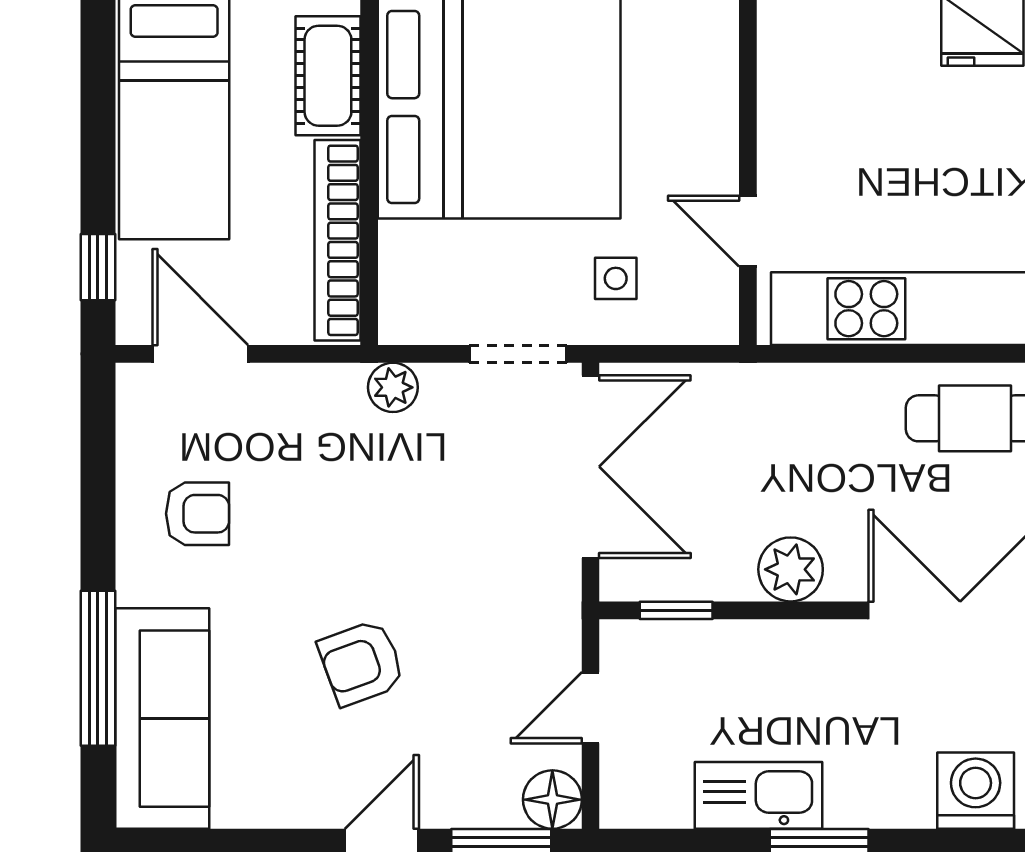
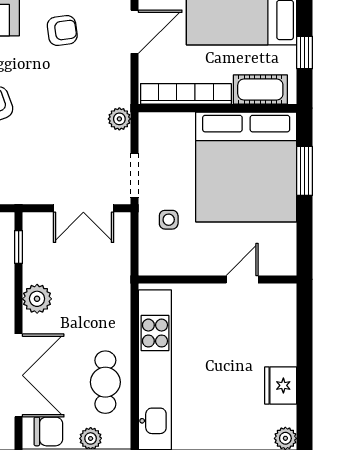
door: (748, 231) -> (242, 279), moved
double door: (591, 467) -> (83, 208), width x0.73
armchair: (197, 514) -> (62, 31), turned -98

